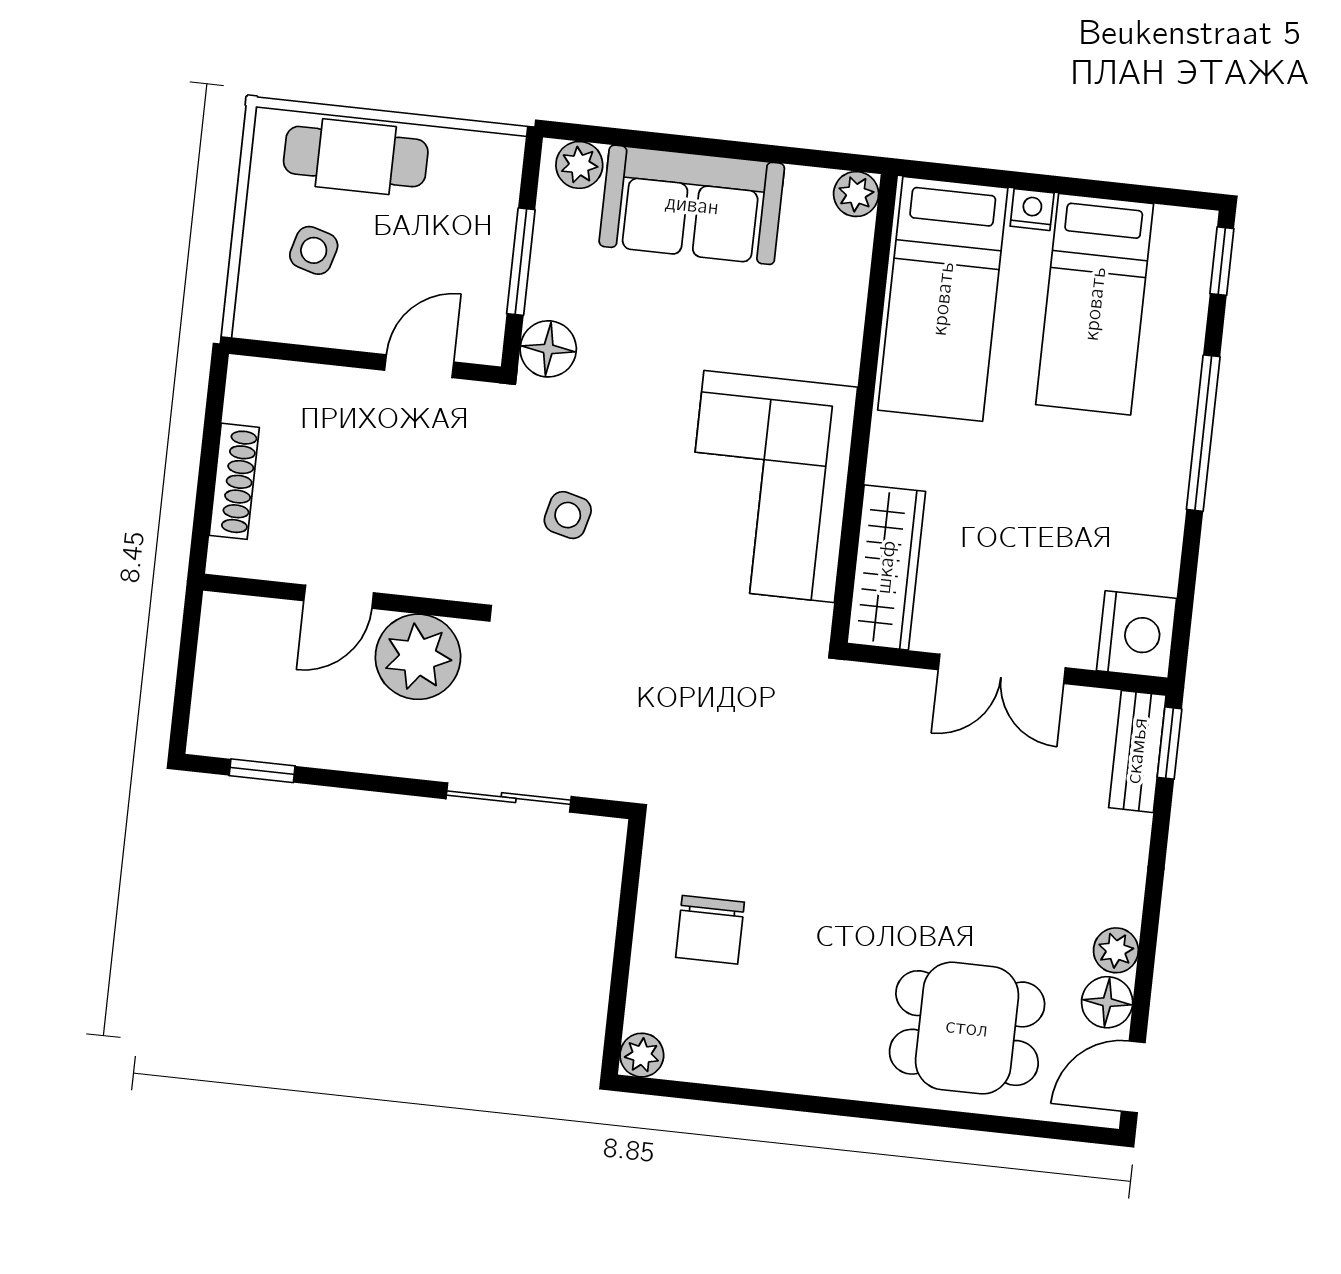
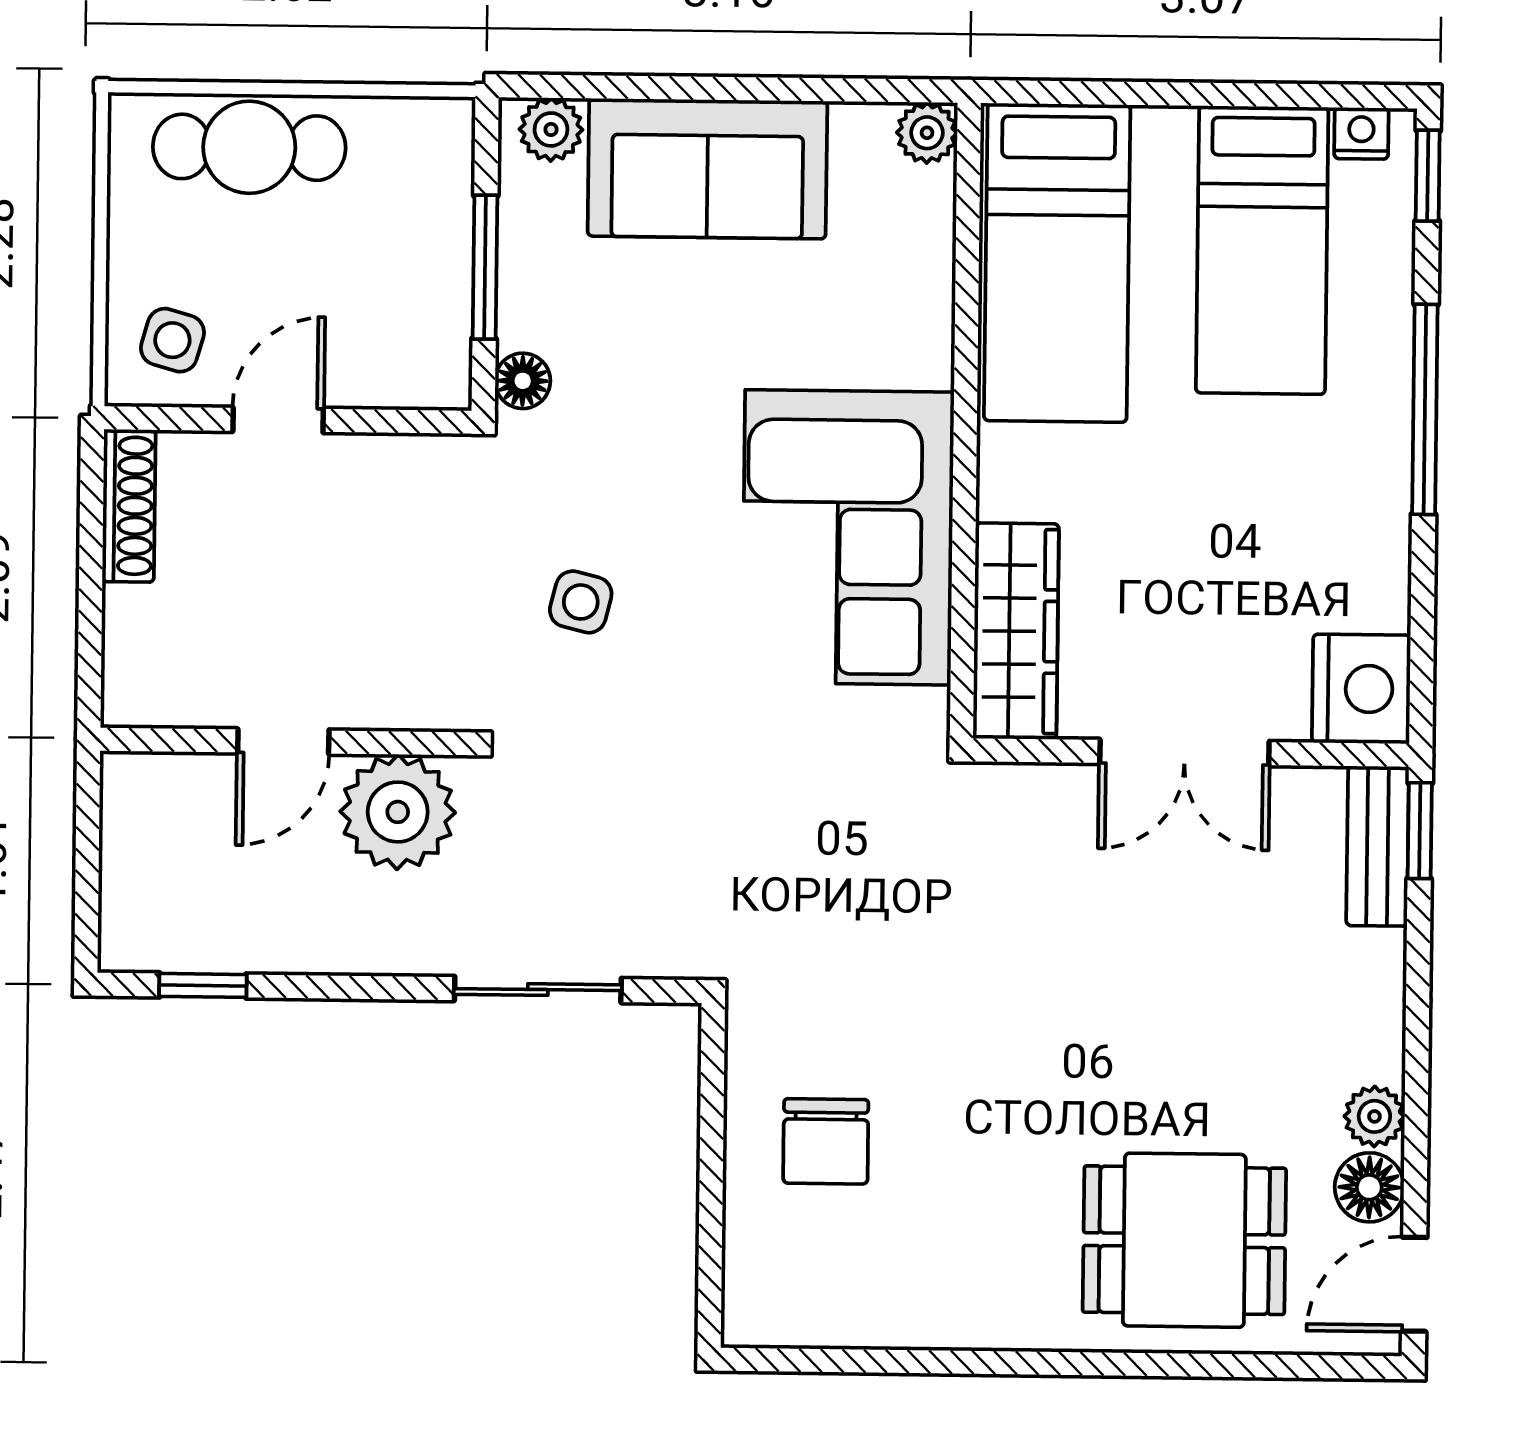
nightstand: (1032, 210) -> (1361, 133), moved
side table: (314, 250) -> (172, 340), moved
floor lamp: (548, 349) -> (523, 381), width x0.73, depth x0.73
door: (419, 366) -> (278, 420), moved
shoe rack: (234, 481) -> (129, 506), moved
plant: (642, 1055) -> (750, 1319), removed

